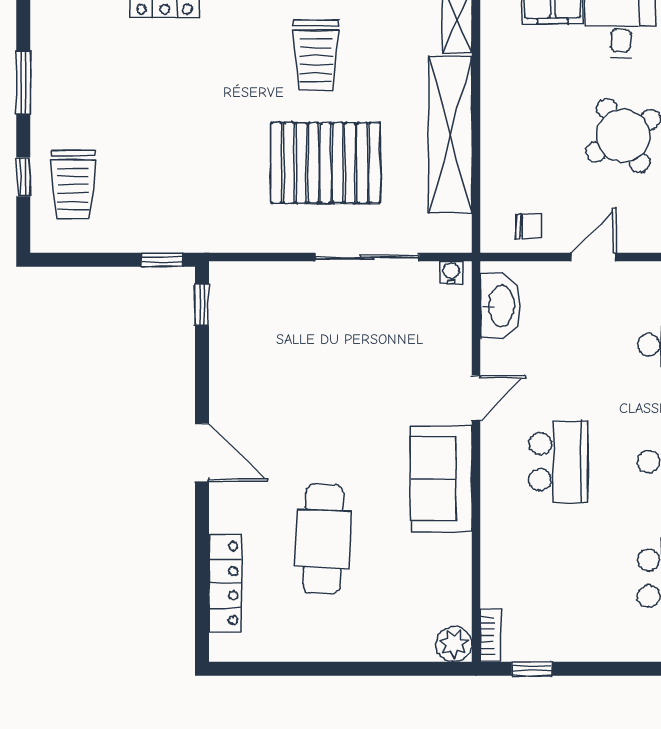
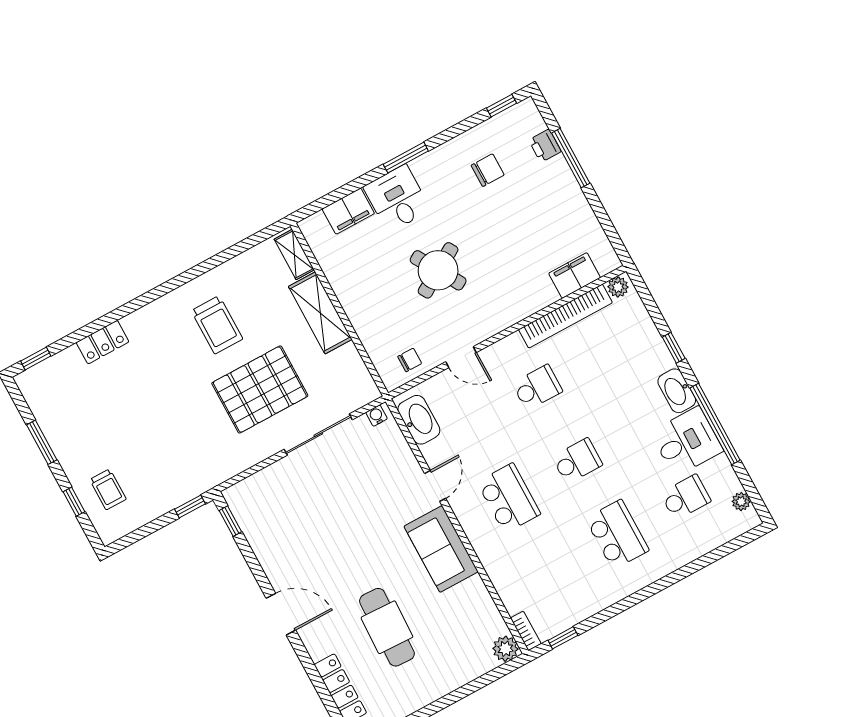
shelving: (450, 134) -> (320, 313), width x0.68
trolley: (73, 184) -> (108, 489), width x0.73, depth x0.72
door: (594, 257) -> (461, 357), swing flipped

